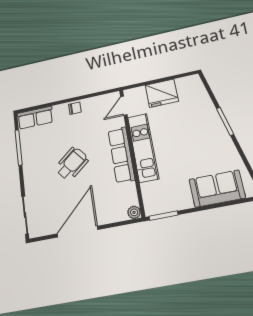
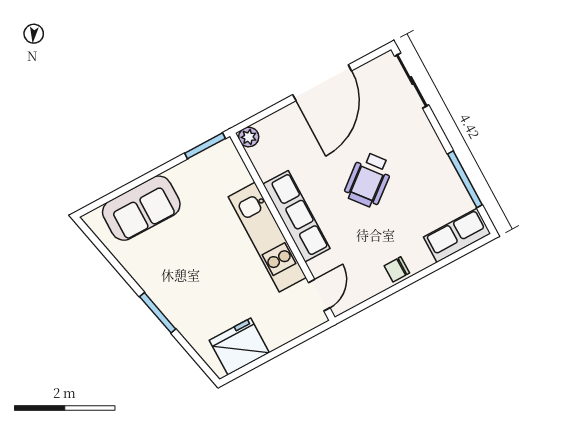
fridge: (162, 93) -> (239, 346), moved

